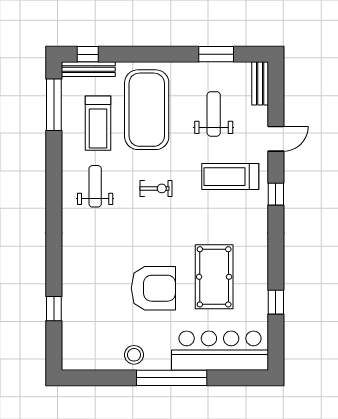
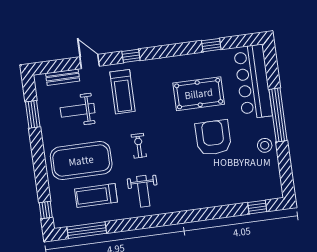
bench: (88, 69) -> (57, 208), removed
bench: (260, 83) -> (63, 77), moved
treadmill: (98, 123) -> (96, 195), turned 180
weight bench: (95, 186) -> (143, 191), turned -90
window: (54, 309) -> (257, 207), moved

